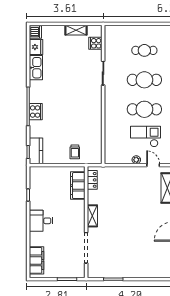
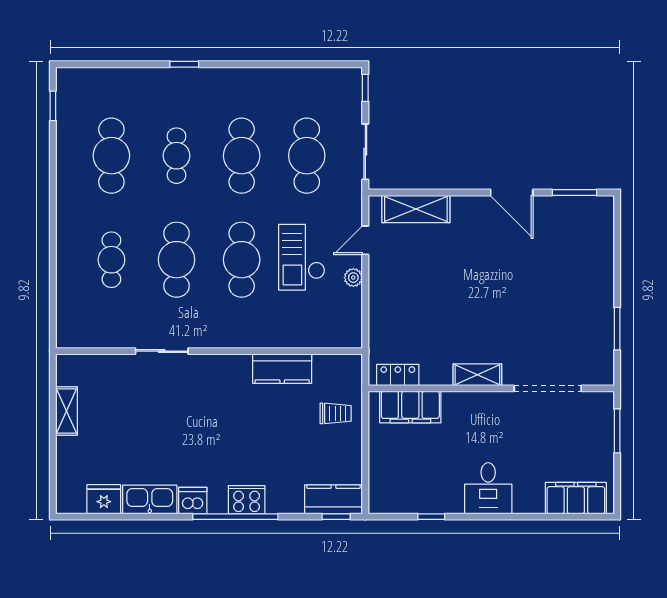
dishwasher: (35, 32) -> (193, 501), moved
cooker: (95, 43) -> (96, 368), removed
kitchen counter: (95, 128) -> (282, 369), added

